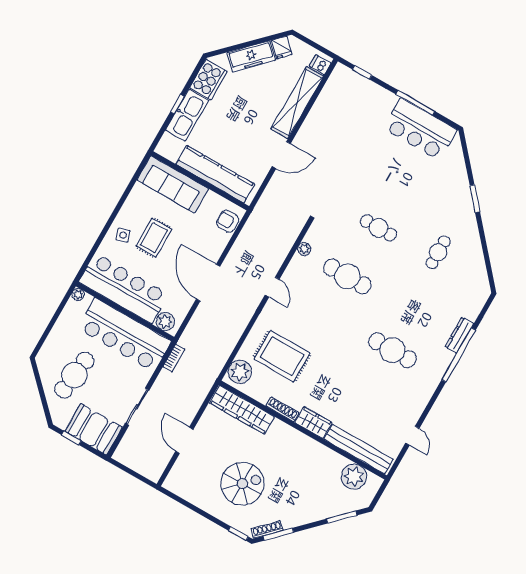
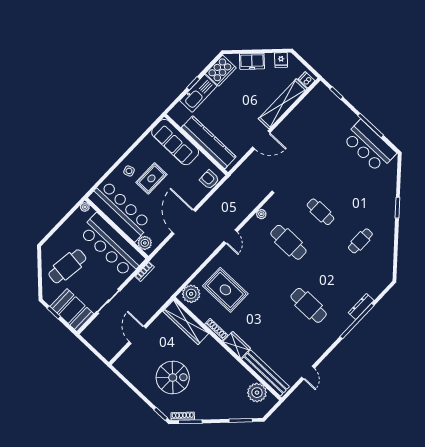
freezer: (251, 56) -> (252, 61), width x0.71

